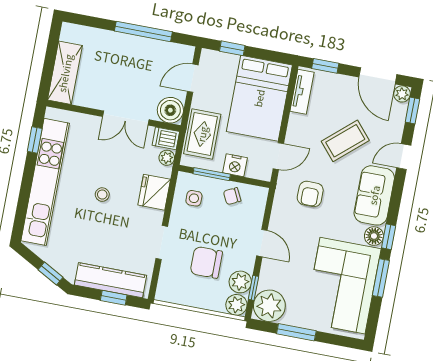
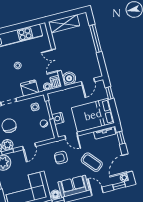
window: (143, 31) -> (96, 39), moved
door: (193, 78) -> (88, 82), swing flipped
rug: (202, 134) -> (65, 97), removed
window: (35, 140) -> (28, 24), removed

